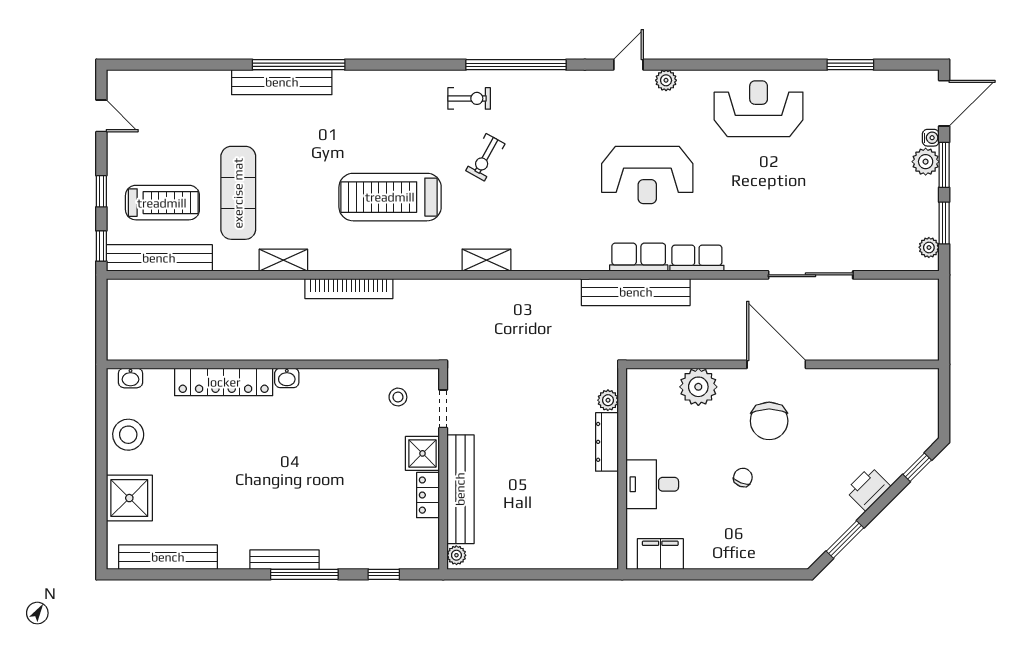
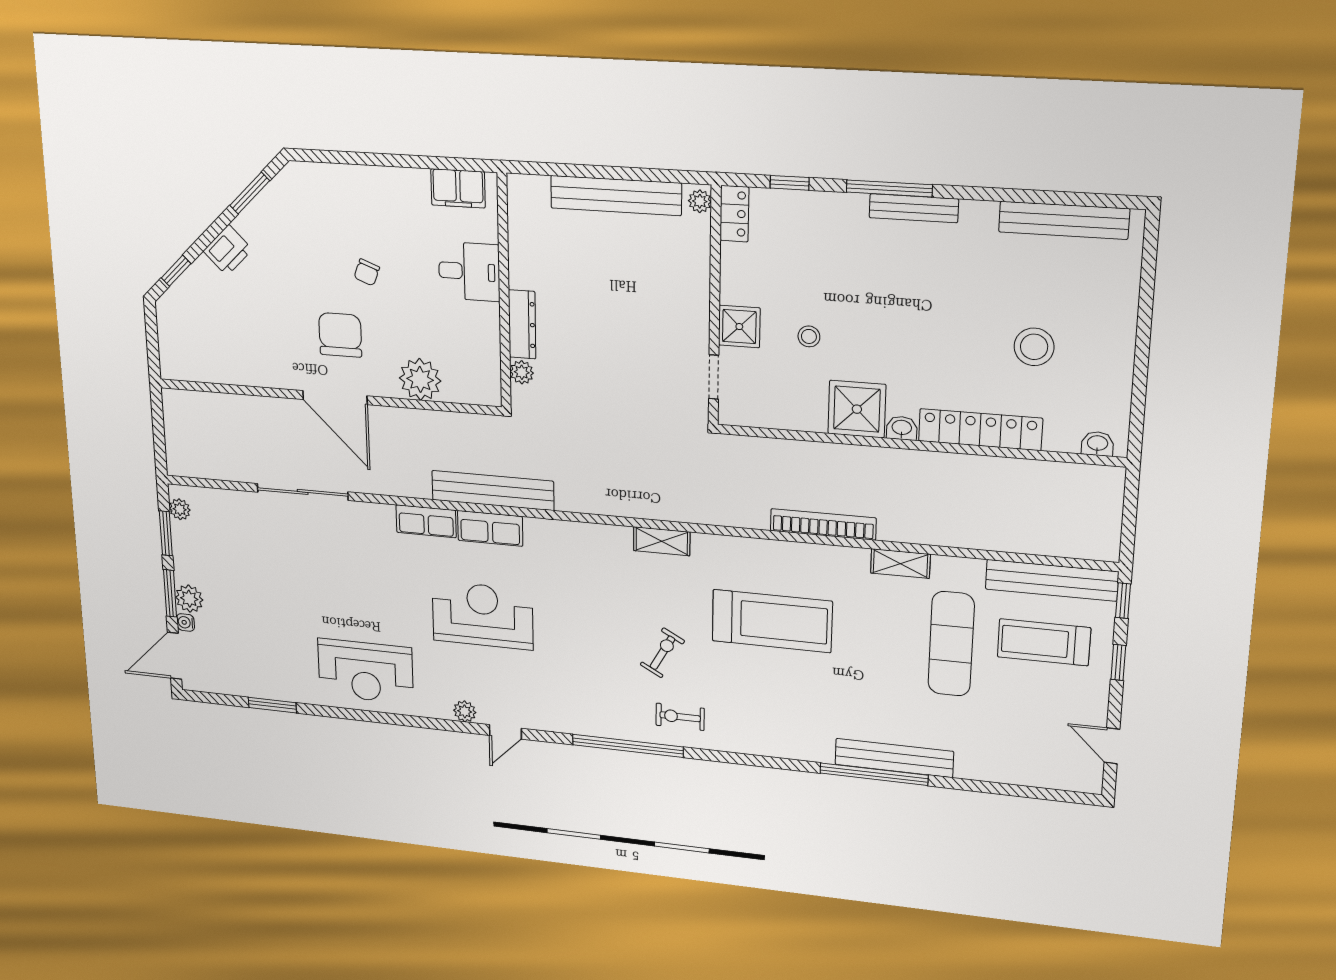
stool: (398, 397) -> (809, 336), moved
stool: (128, 435) -> (1034, 347), moved
bench: (460, 489) -> (616, 196), moved, turned 90
locker: (428, 495) -> (734, 214), moved
shower: (129, 498) -> (857, 409), moved

